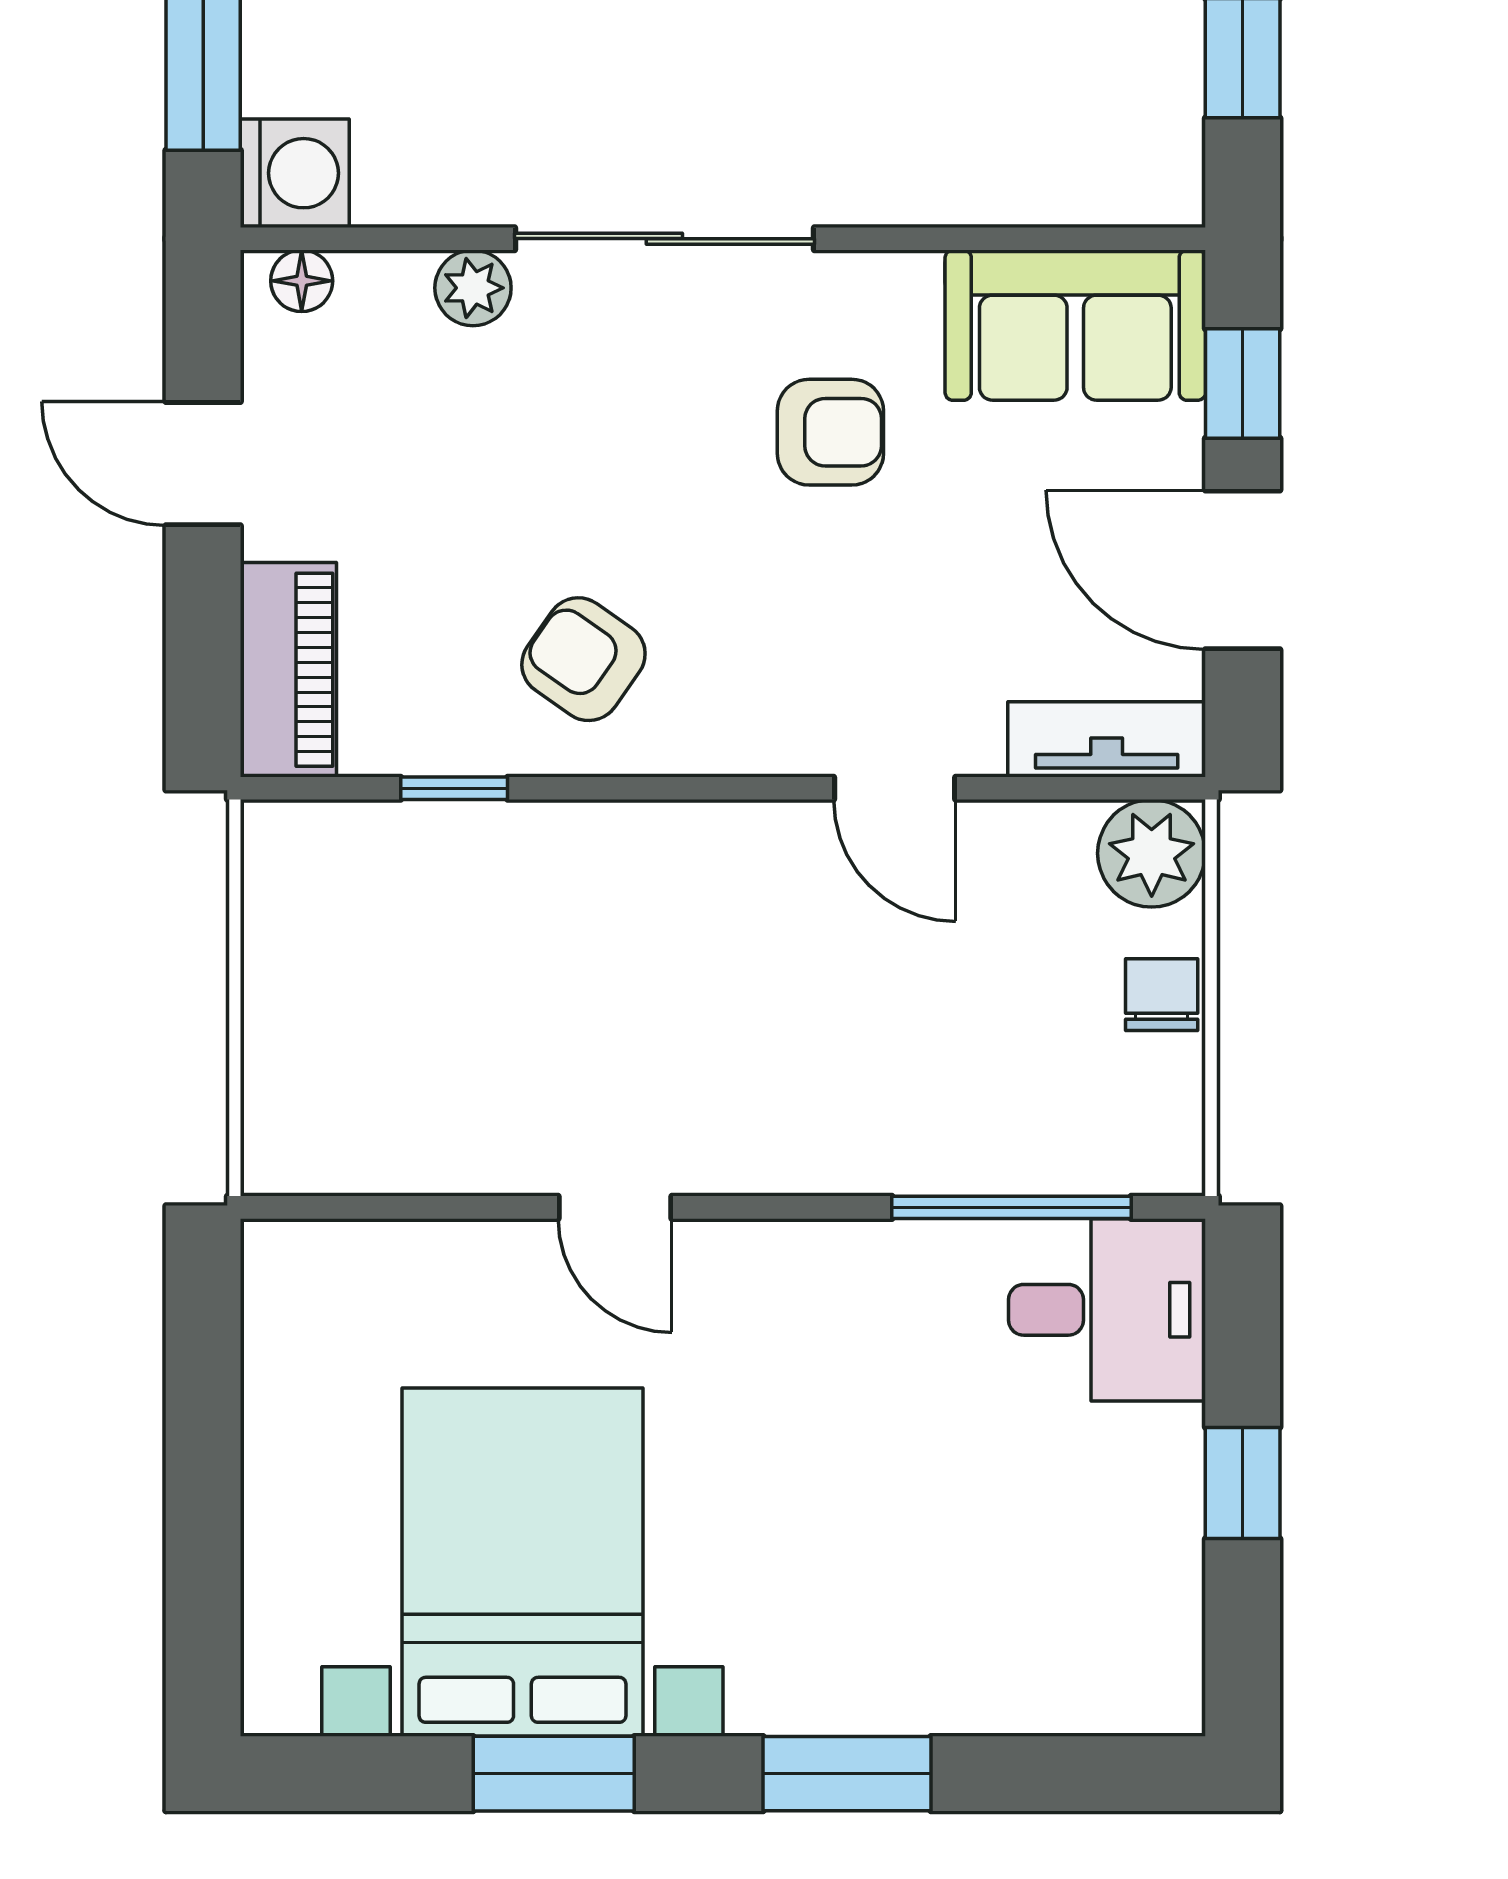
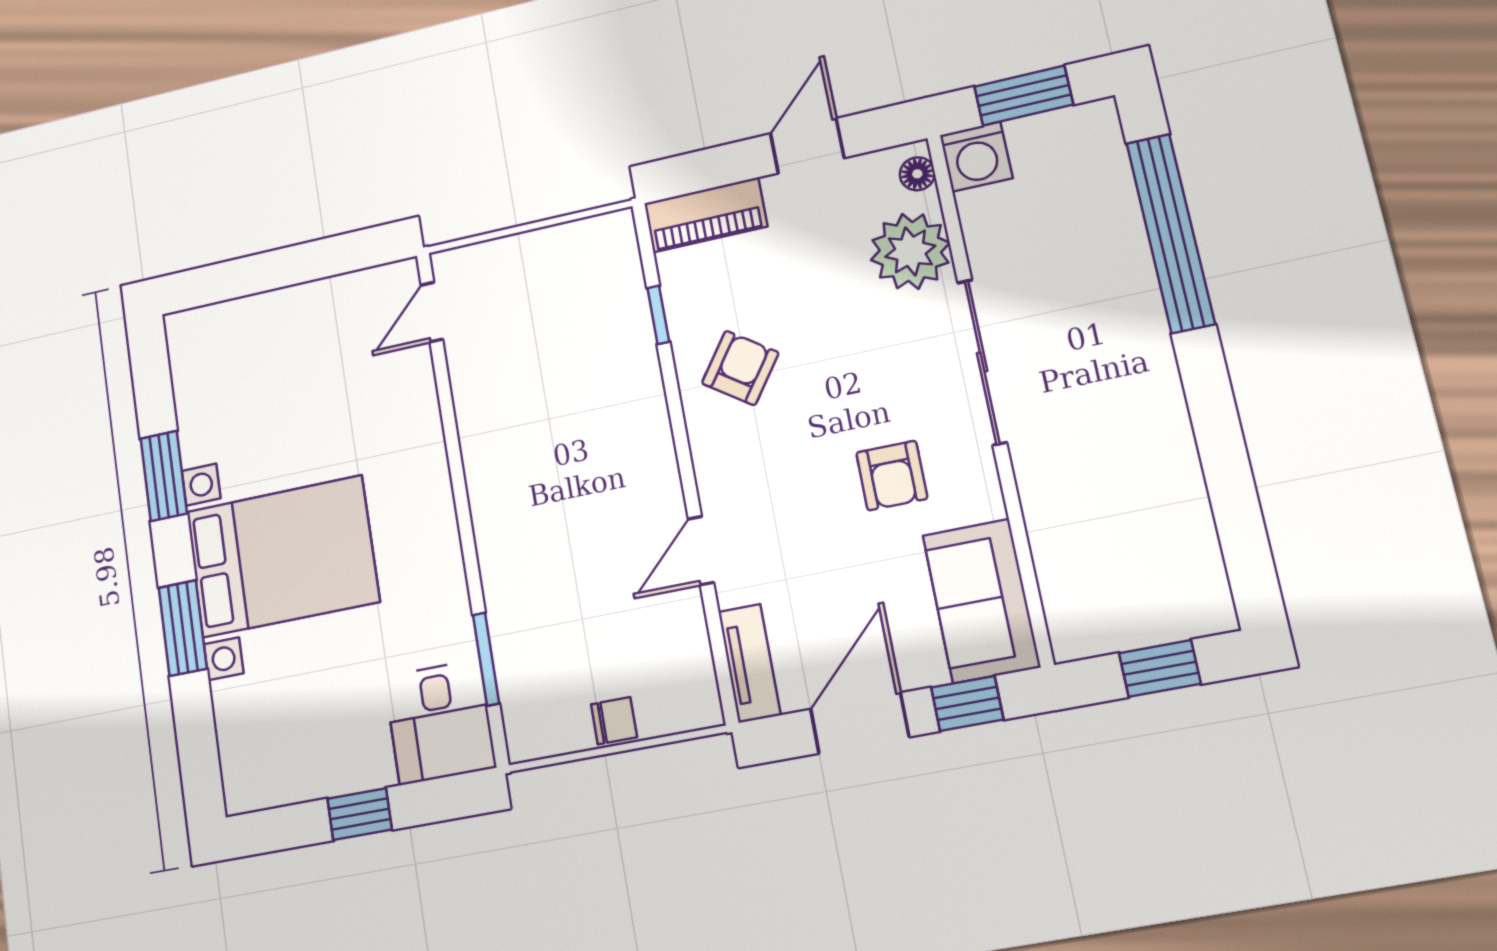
plant: (473, 288) -> (910, 251), width x1.88, depth x1.88
plant: (1152, 853) -> (691, 700), removed
door: (615, 1207) -> (432, 312), moved
window: (1011, 1207) -> (486, 659), width x0.69
bed with nightstands: (522, 1562) -> (282, 556), moved

